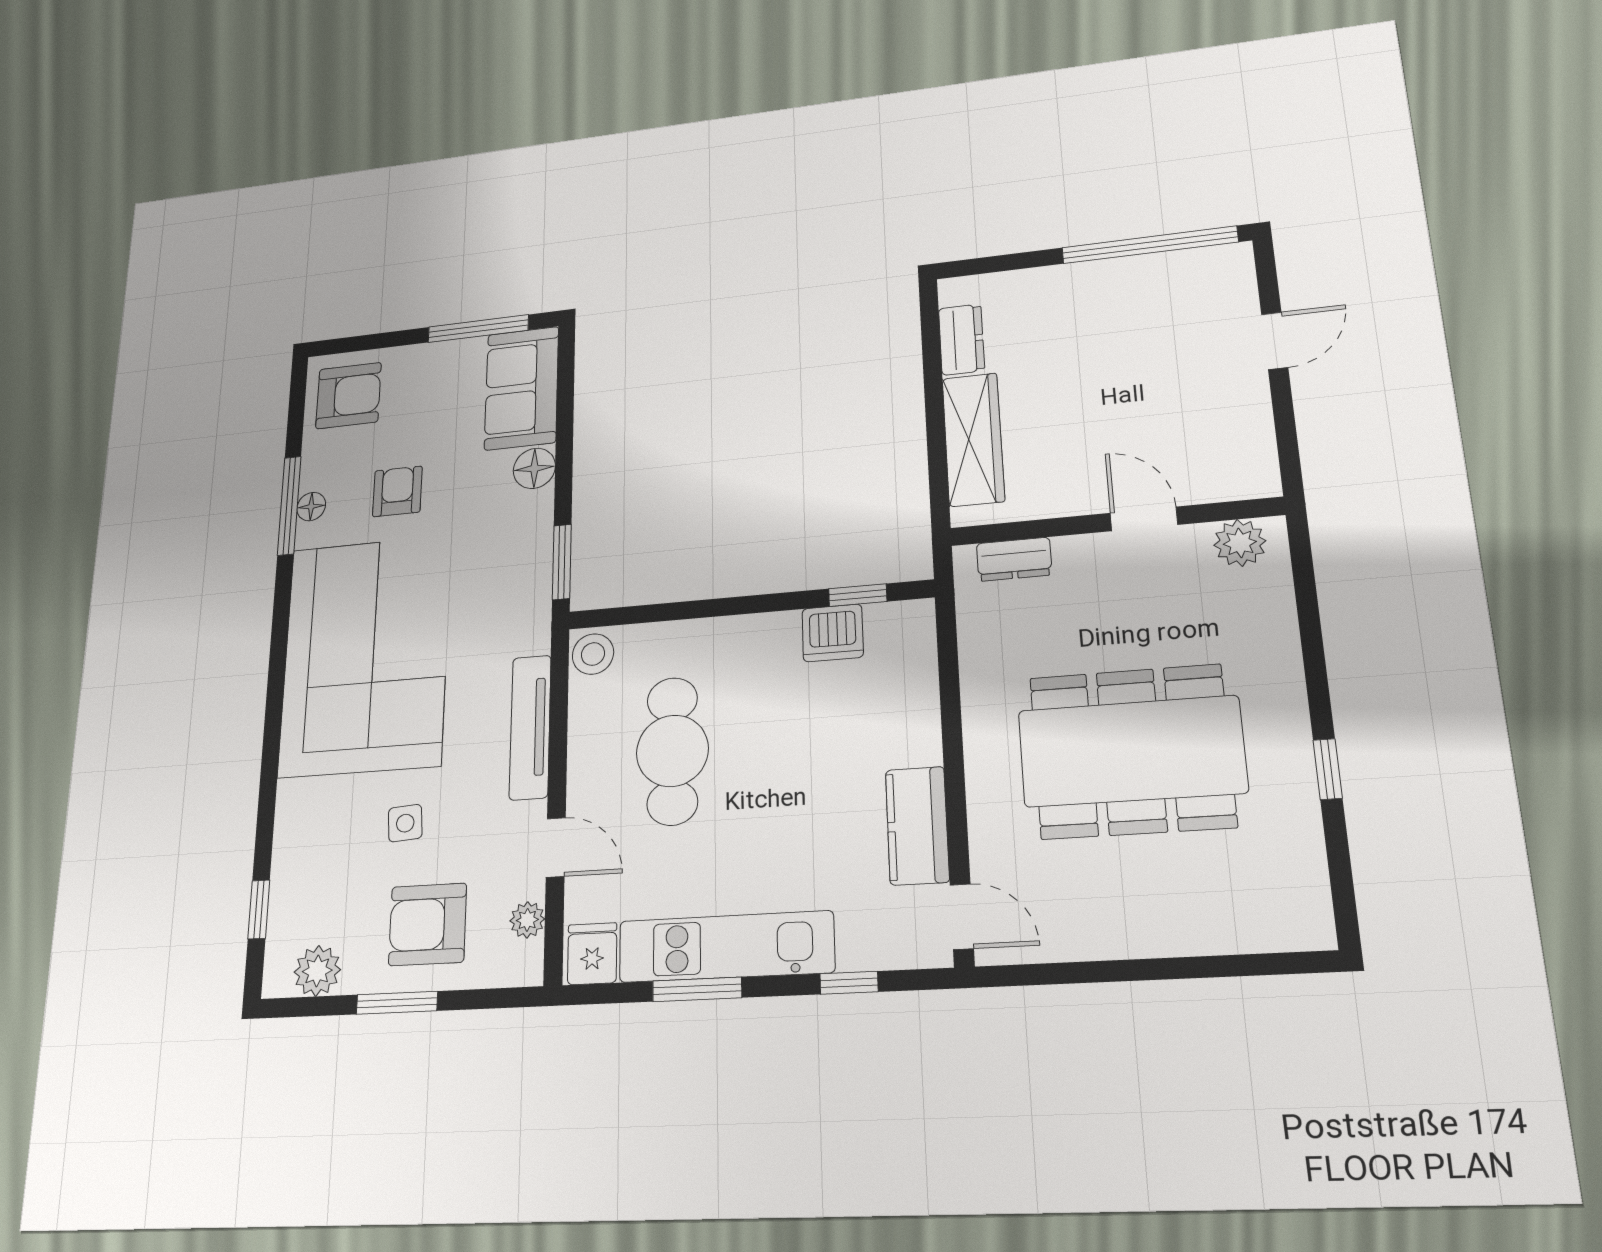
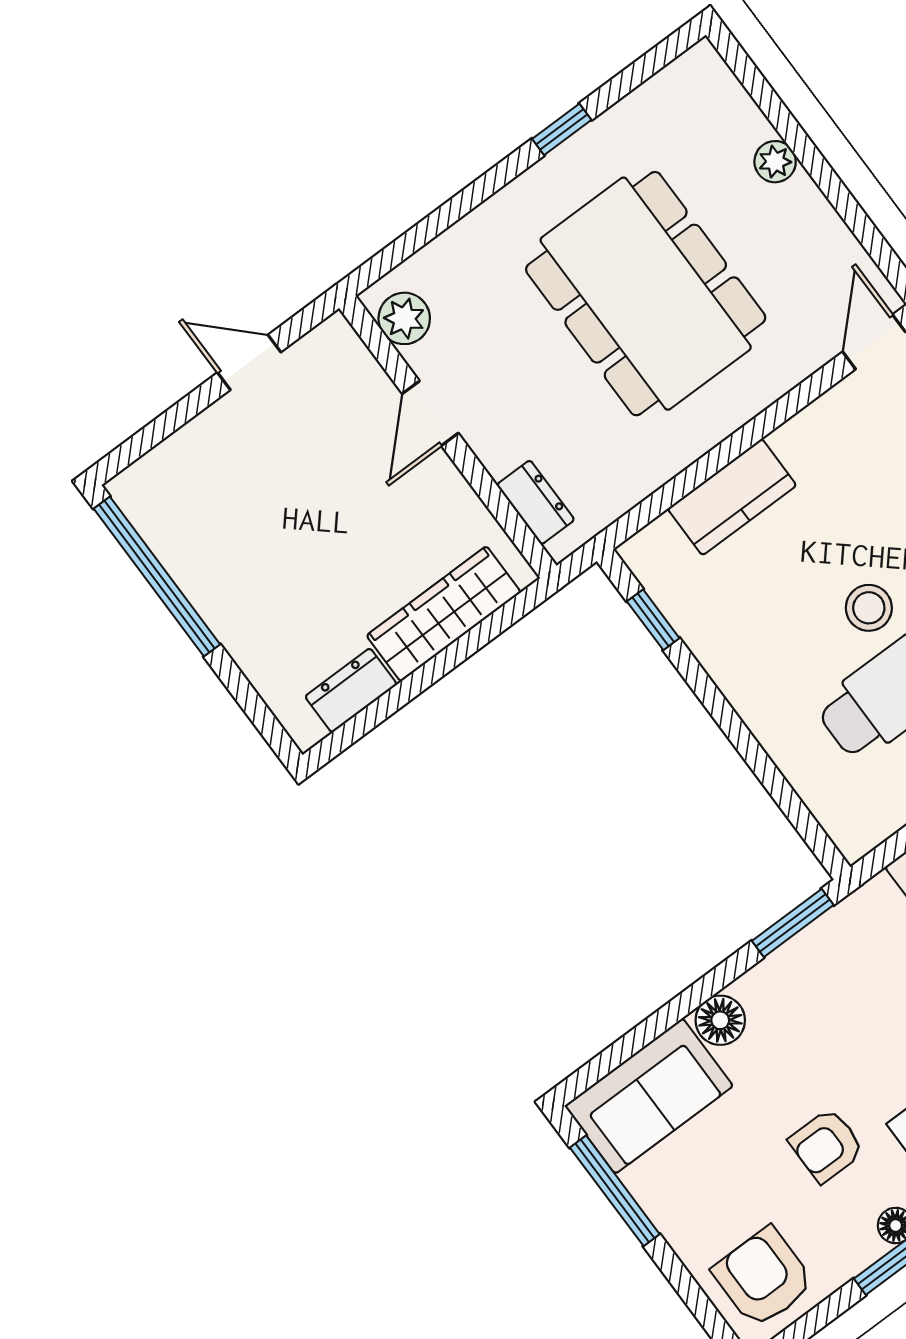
door: (1275, 341) -> (249, 362), moved
dishwasher: (833, 633) -> (702, 619), removed
stool: (593, 654) -> (869, 608), moved
kitchen counter: (917, 826) -> (732, 497), moved
plant: (1178, 935) -> (775, 162), added

